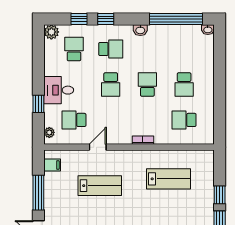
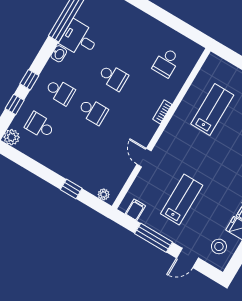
school desk: (111, 49) -> (60, 92), turned 90
school desk: (147, 84) -> (113, 77), turned 180
school desk: (184, 84) -> (133, 43), removed
desk: (59, 90) -> (79, 39), moved, turned 90
school desk: (74, 120) -> (106, 165), removed
lab bench: (100, 186) -> (182, 200), moved

